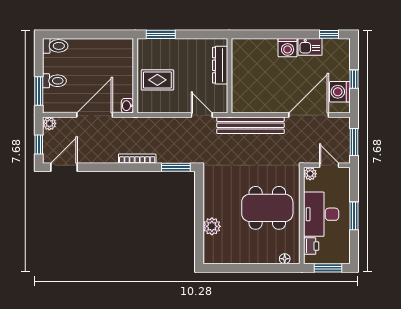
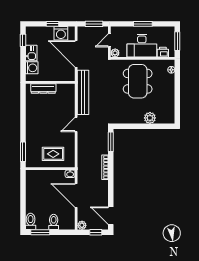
dresser: (220, 65) -> (43, 89), moved
wall: (229, 76) -> (50, 82), moved
rug: (157, 80) -> (53, 154), turned 90
window: (39, 91) -> (40, 232), moved

